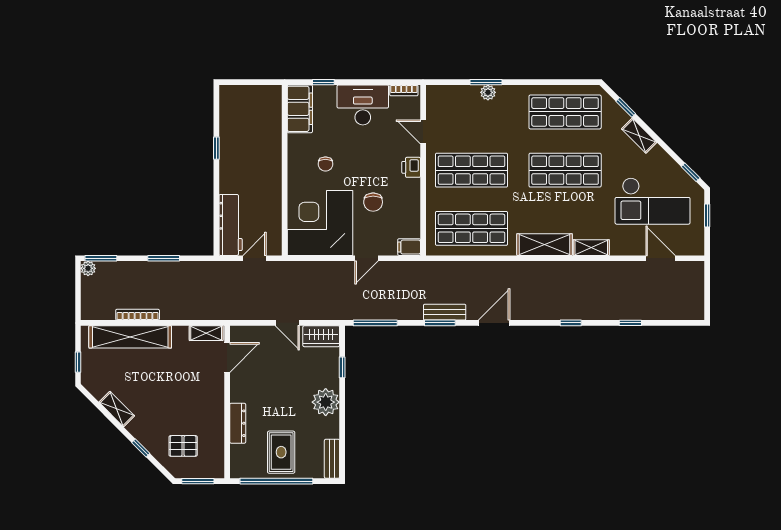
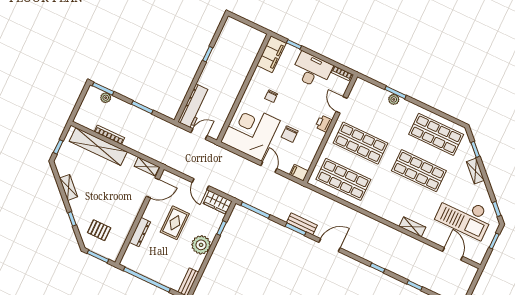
shelving: (545, 245) -> (384, 211), removed
door: (366, 258) -> (269, 167), swing flipped
plant: (88, 268) -> (106, 98), moved
rug: (281, 452) -> (175, 223), moved

